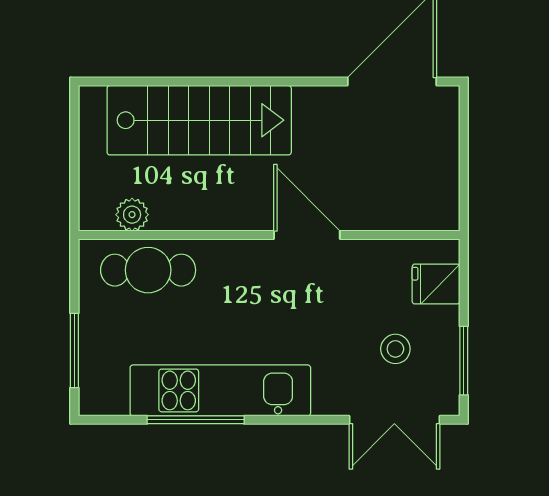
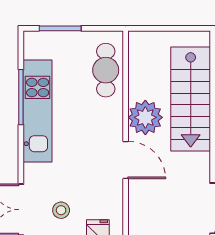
plant: (132, 215) -> (145, 117), moved, width x1.87, depth x1.87
door: (307, 235) -> (126, 160), hinge flipped

